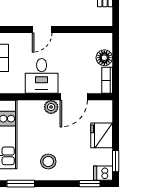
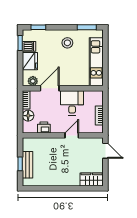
printer: (82, 41) -> (44, 127), added
plant: (51, 107) -> (33, 81), moved
dishwasher: (103, 173) -> (29, 46), moved

